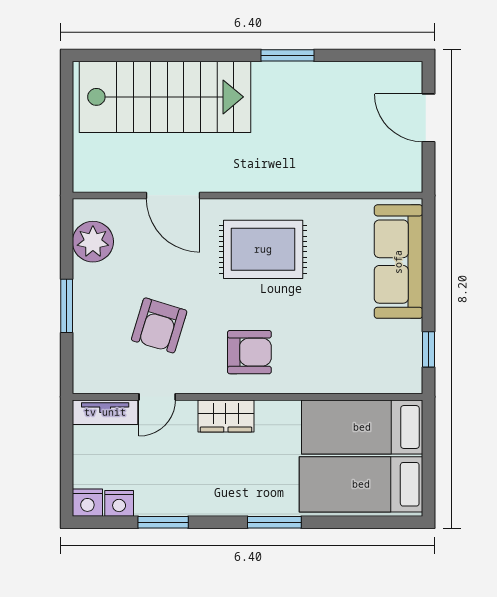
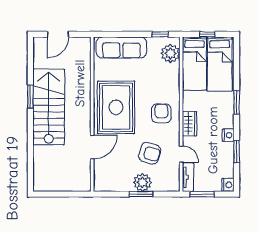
stairs: (165, 97) -> (49, 107), moved
plant: (93, 242) -> (142, 182), moved
rug: (263, 249) -> (116, 107), width x1.37, depth x1.44
plant: (385, 373) -> (170, 53), added
window: (67, 444) -> (202, 194), added
window: (429, 456) -> (207, 34), added
nightstand: (119, 503) -> (228, 135), moved

